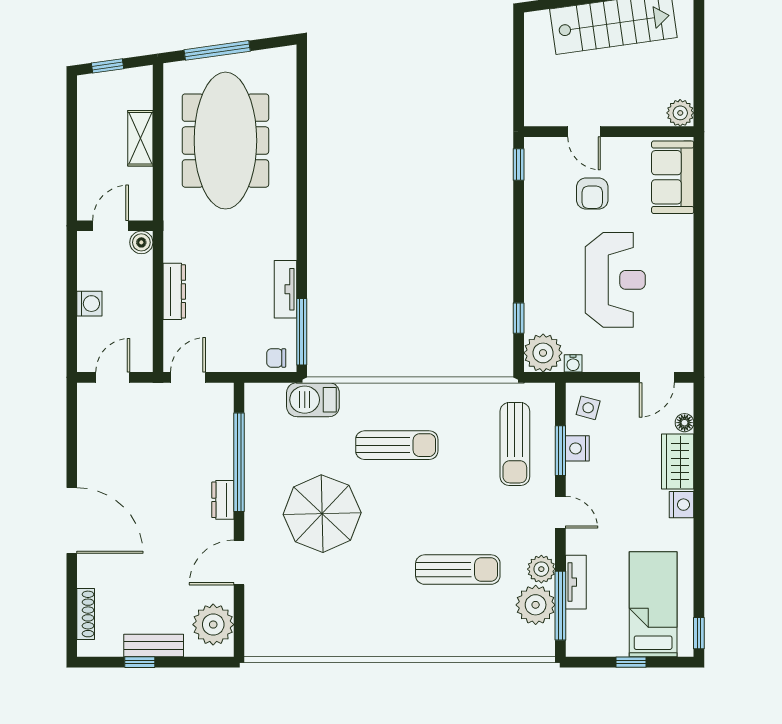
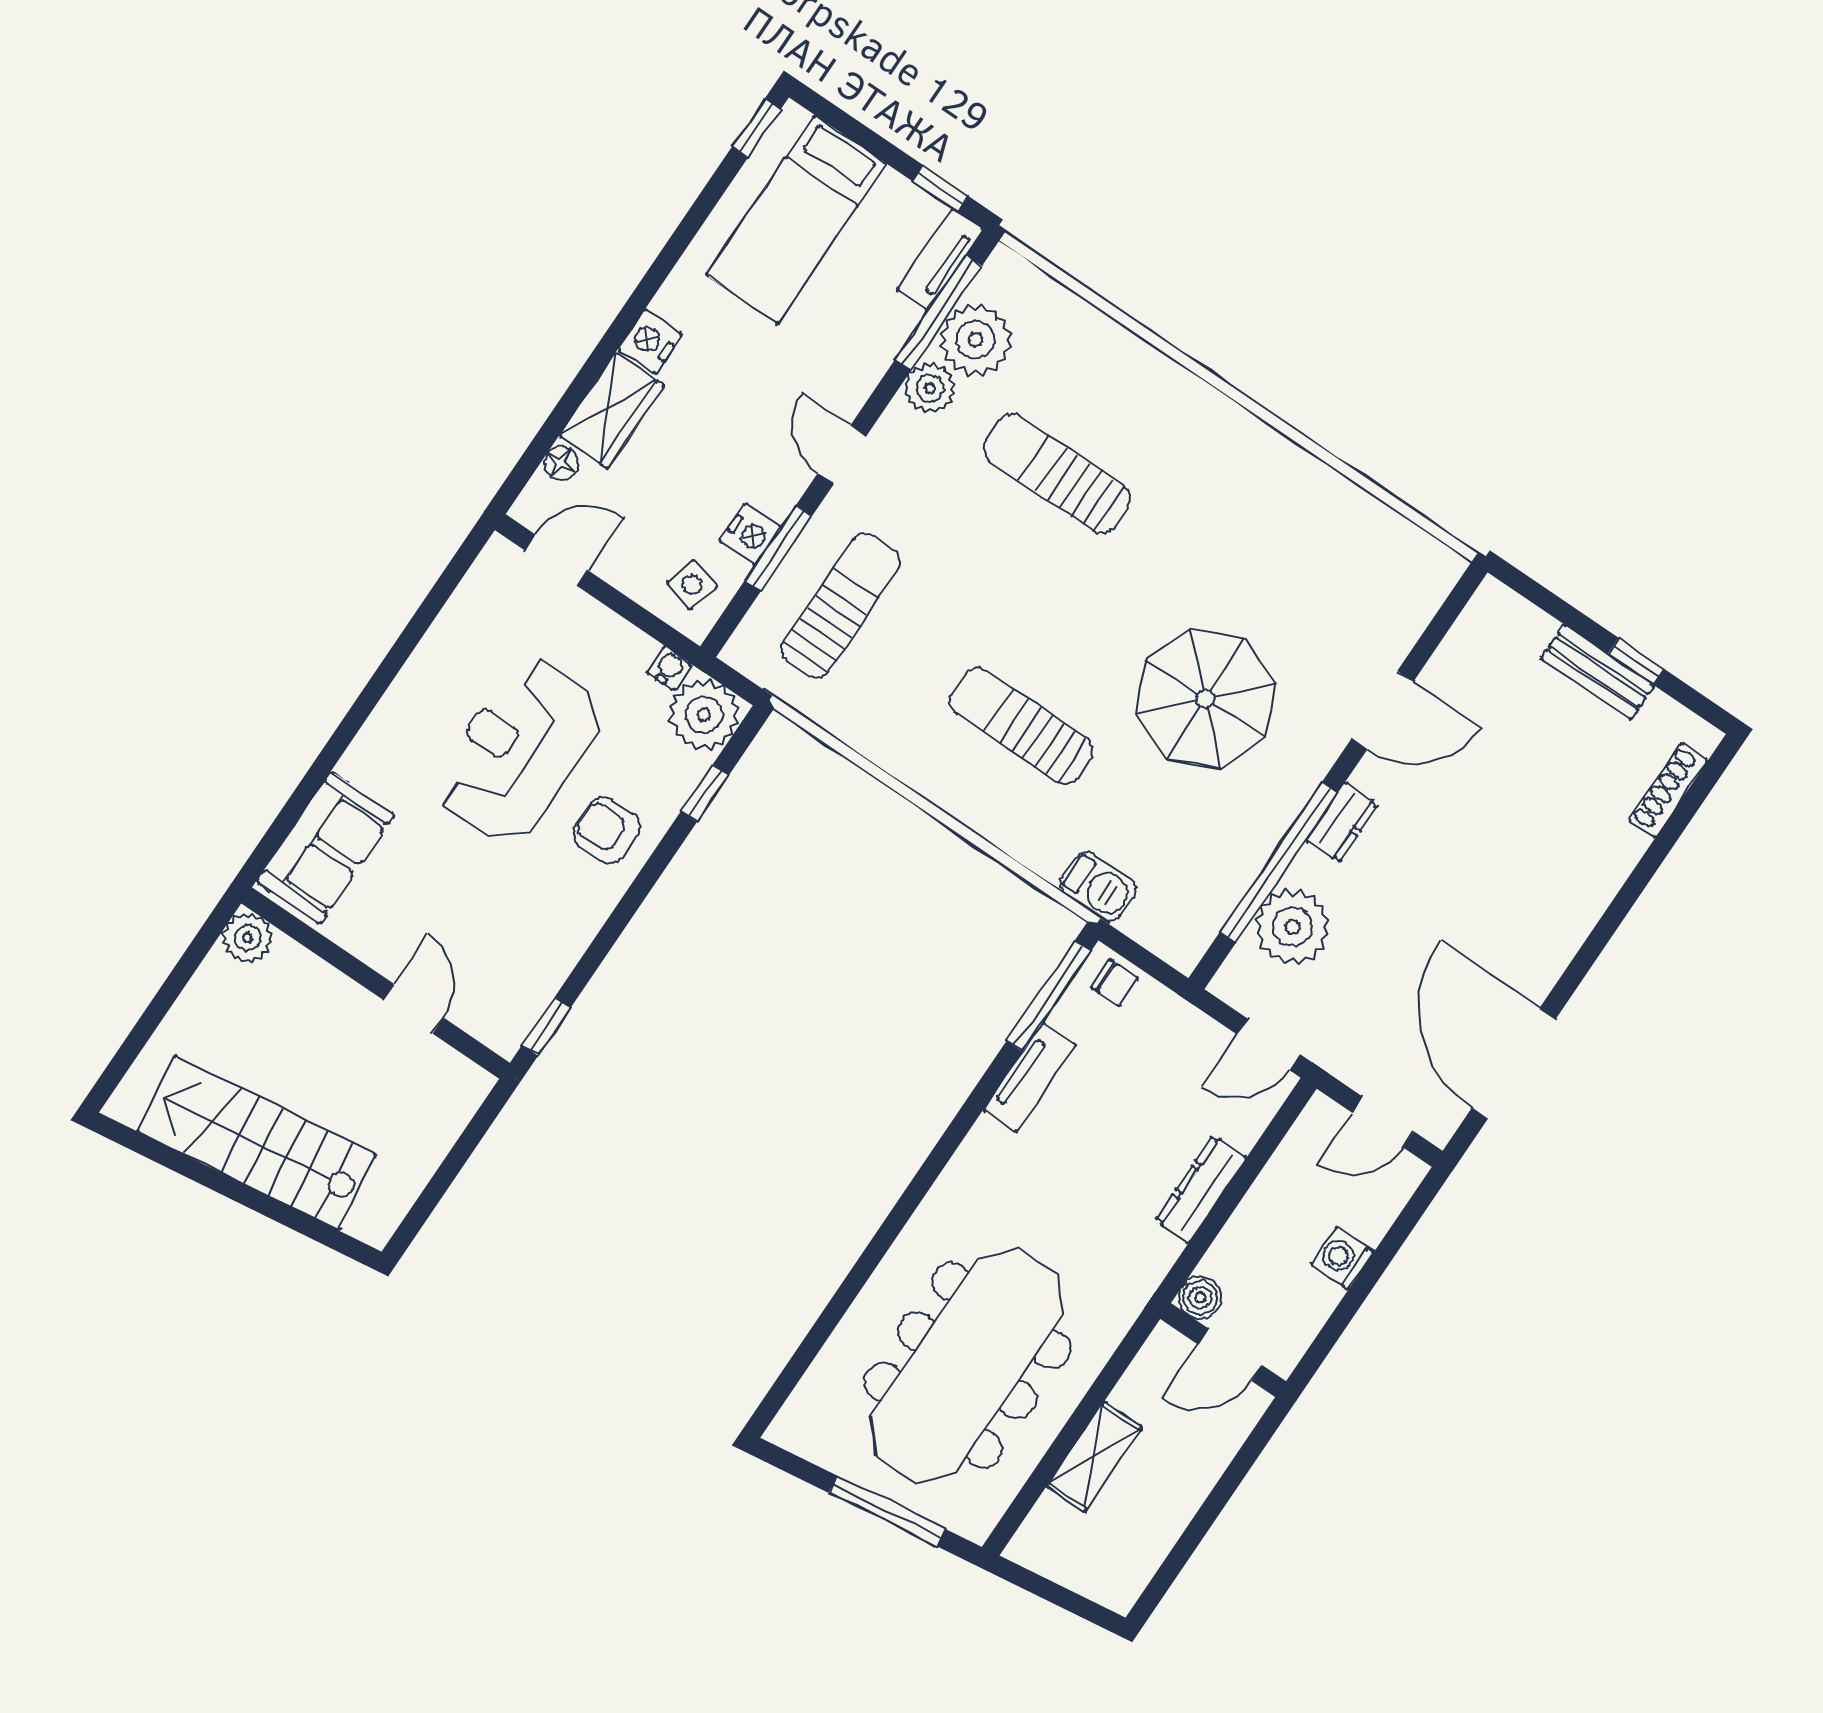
window: (107, 66) -> (1069, 1601), removed
armchair: (592, 193) -> (607, 830), moved, turned -90
barbecue: (313, 400) -> (1098, 887), width x0.73, depth x0.79
door: (72, 521) -> (1514, 1063), moved
tv unit: (576, 582) -> (940, 260), moved
plant: (213, 625) -> (1292, 927), moved
window: (631, 662) -> (940, 188), moved

